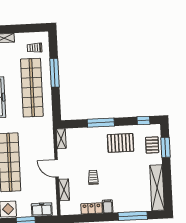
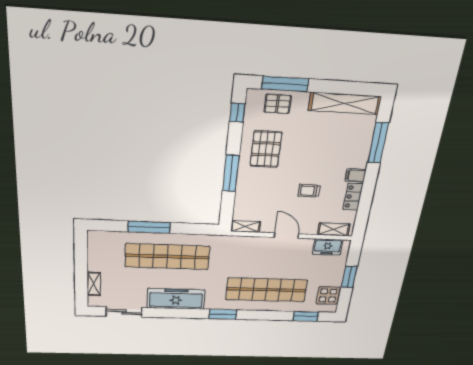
trolley: (35, 48) -> (110, 249), removed
window: (165, 147) -> (285, 84), width x1.44
door: (57, 168) -> (286, 236), swing flipped
shelving: (64, 190) -> (334, 229), moved
freezer: (42, 210) -> (328, 247), moved, turned -90

